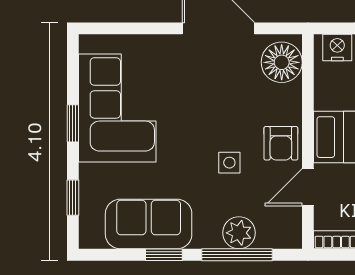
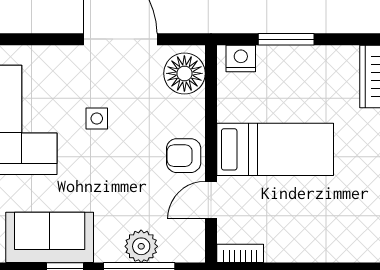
armchair: (281, 143) -> (184, 156), turned 90
side table: (229, 163) -> (97, 119), moved

